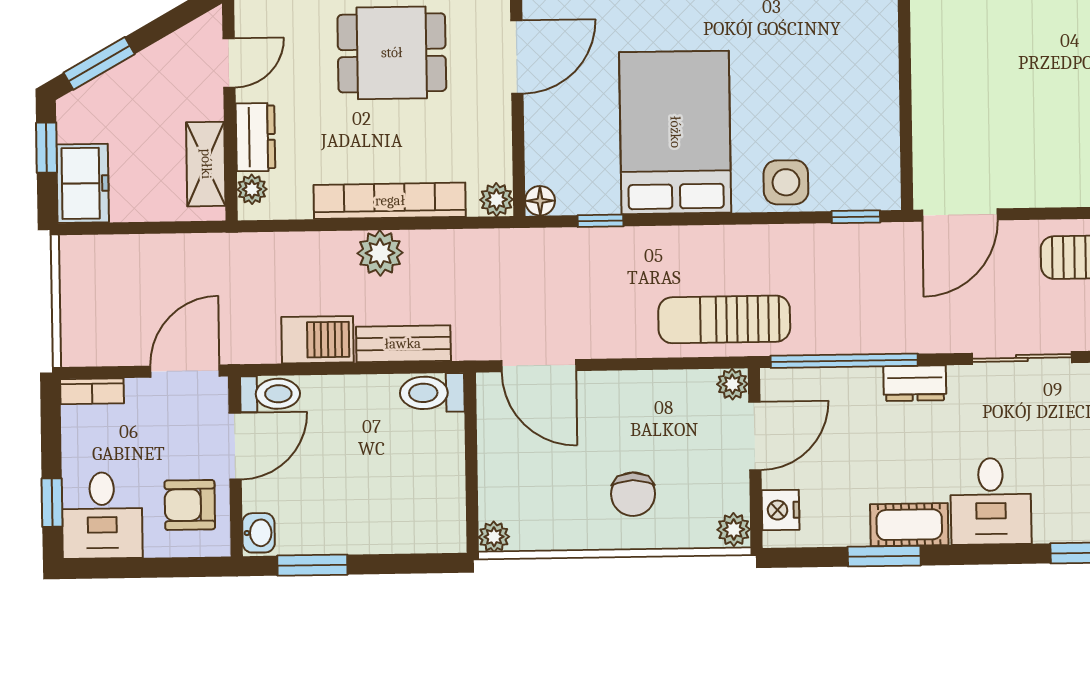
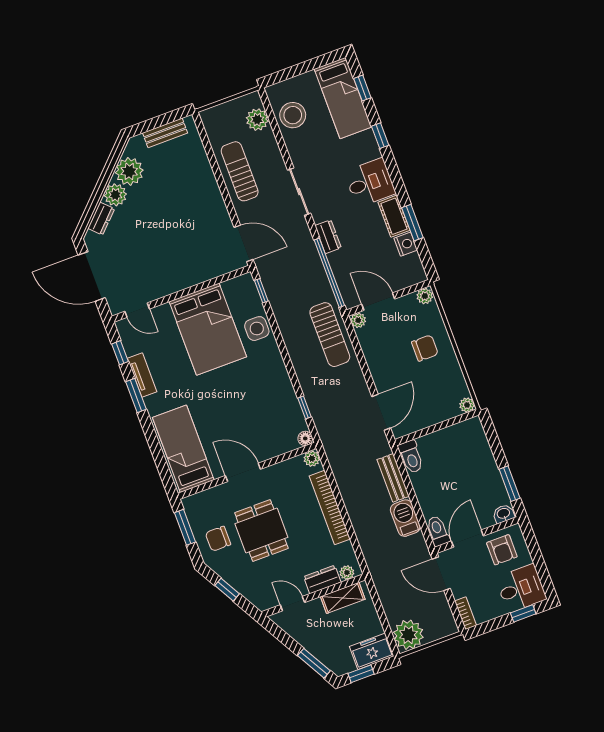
bed: (675, 132) -> (208, 329), moved, turned -90
plant: (380, 253) -> (408, 635), moved, width x1.36, depth x1.36
door: (235, 446) -> (467, 539), hinge flipped
nightstand: (780, 510) -> (406, 244), moved, turned -90

